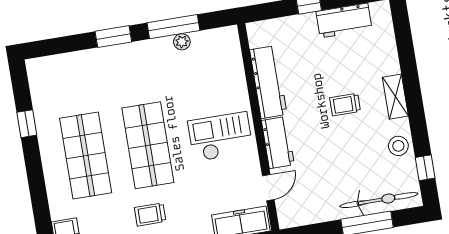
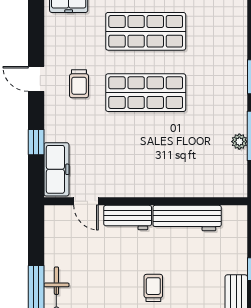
checkout: (220, 137) -> (142, 163), removed
trolley: (150, 214) -> (79, 84), turned 180

